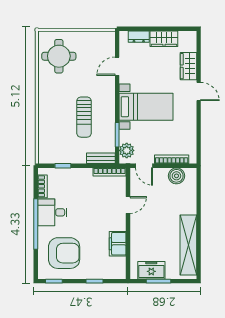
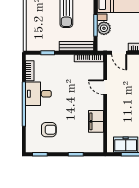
plant: (127, 150) -> (104, 28), moved
bench: (101, 158) -> (77, 46), width x1.36
door: (128, 205) -> (105, 87), swing flipped
armchair: (64, 253) -> (49, 130), width x0.53, depth x0.53

